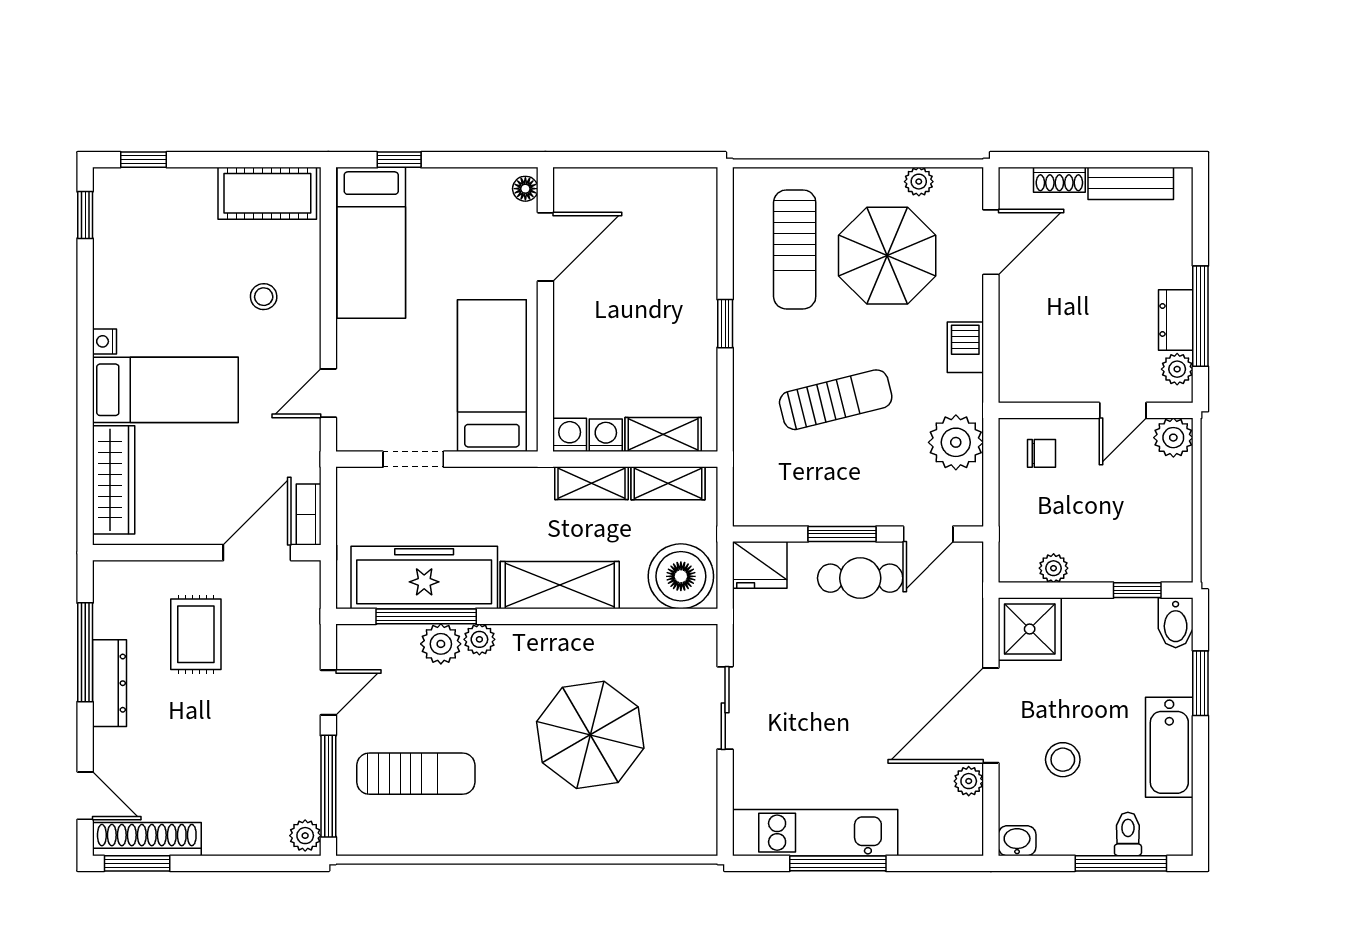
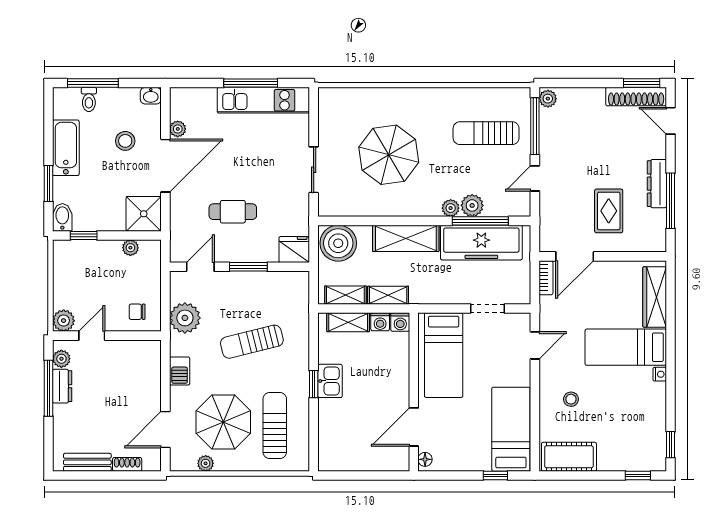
kitchen sink: (696, 329) -> (330, 381), added
cafe table: (860, 578) -> (233, 212), moved

